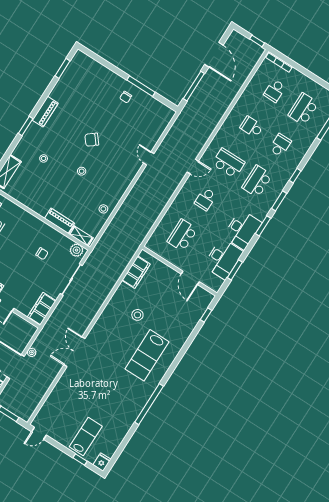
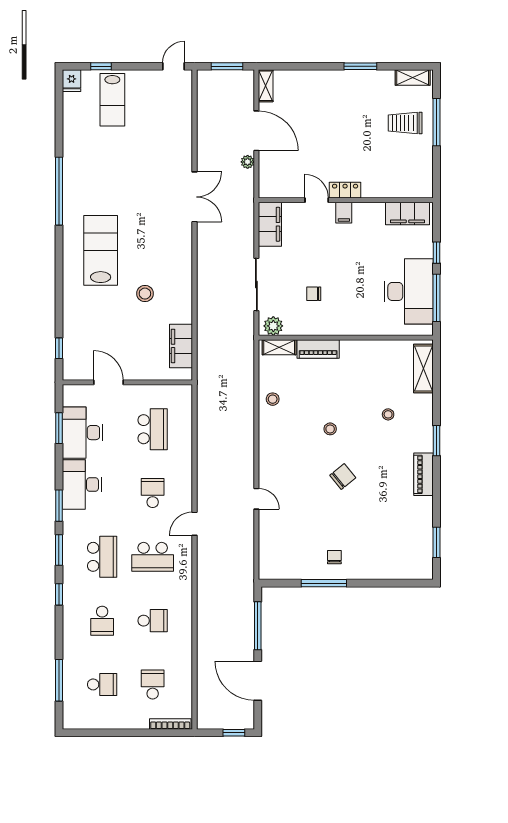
window: (257, 41) -> (234, 733), moved
school desk: (303, 109) -> (102, 684), width x0.54

